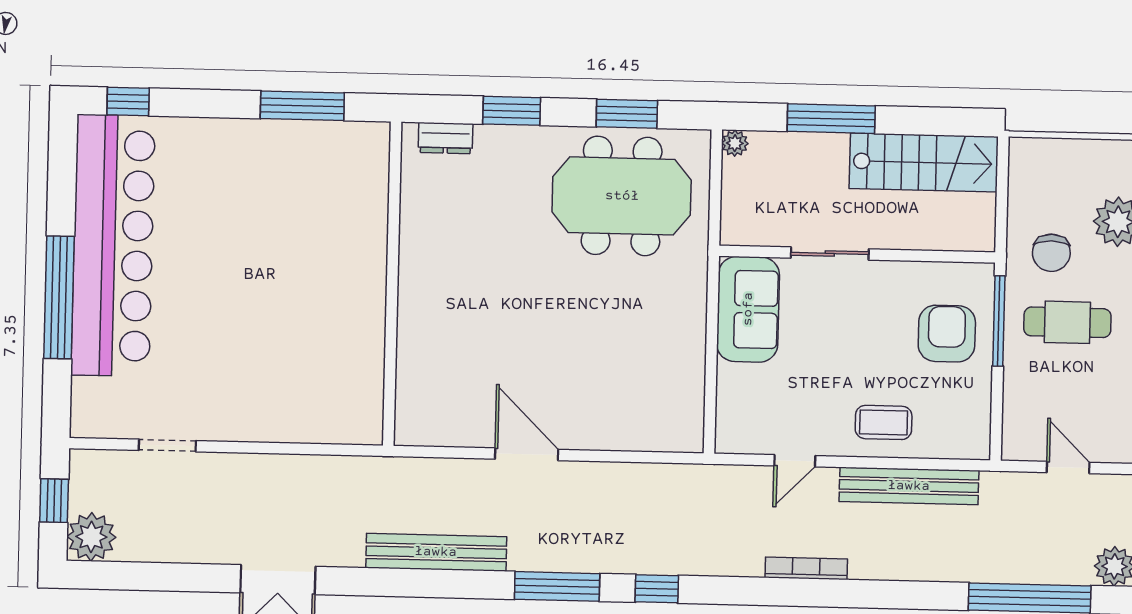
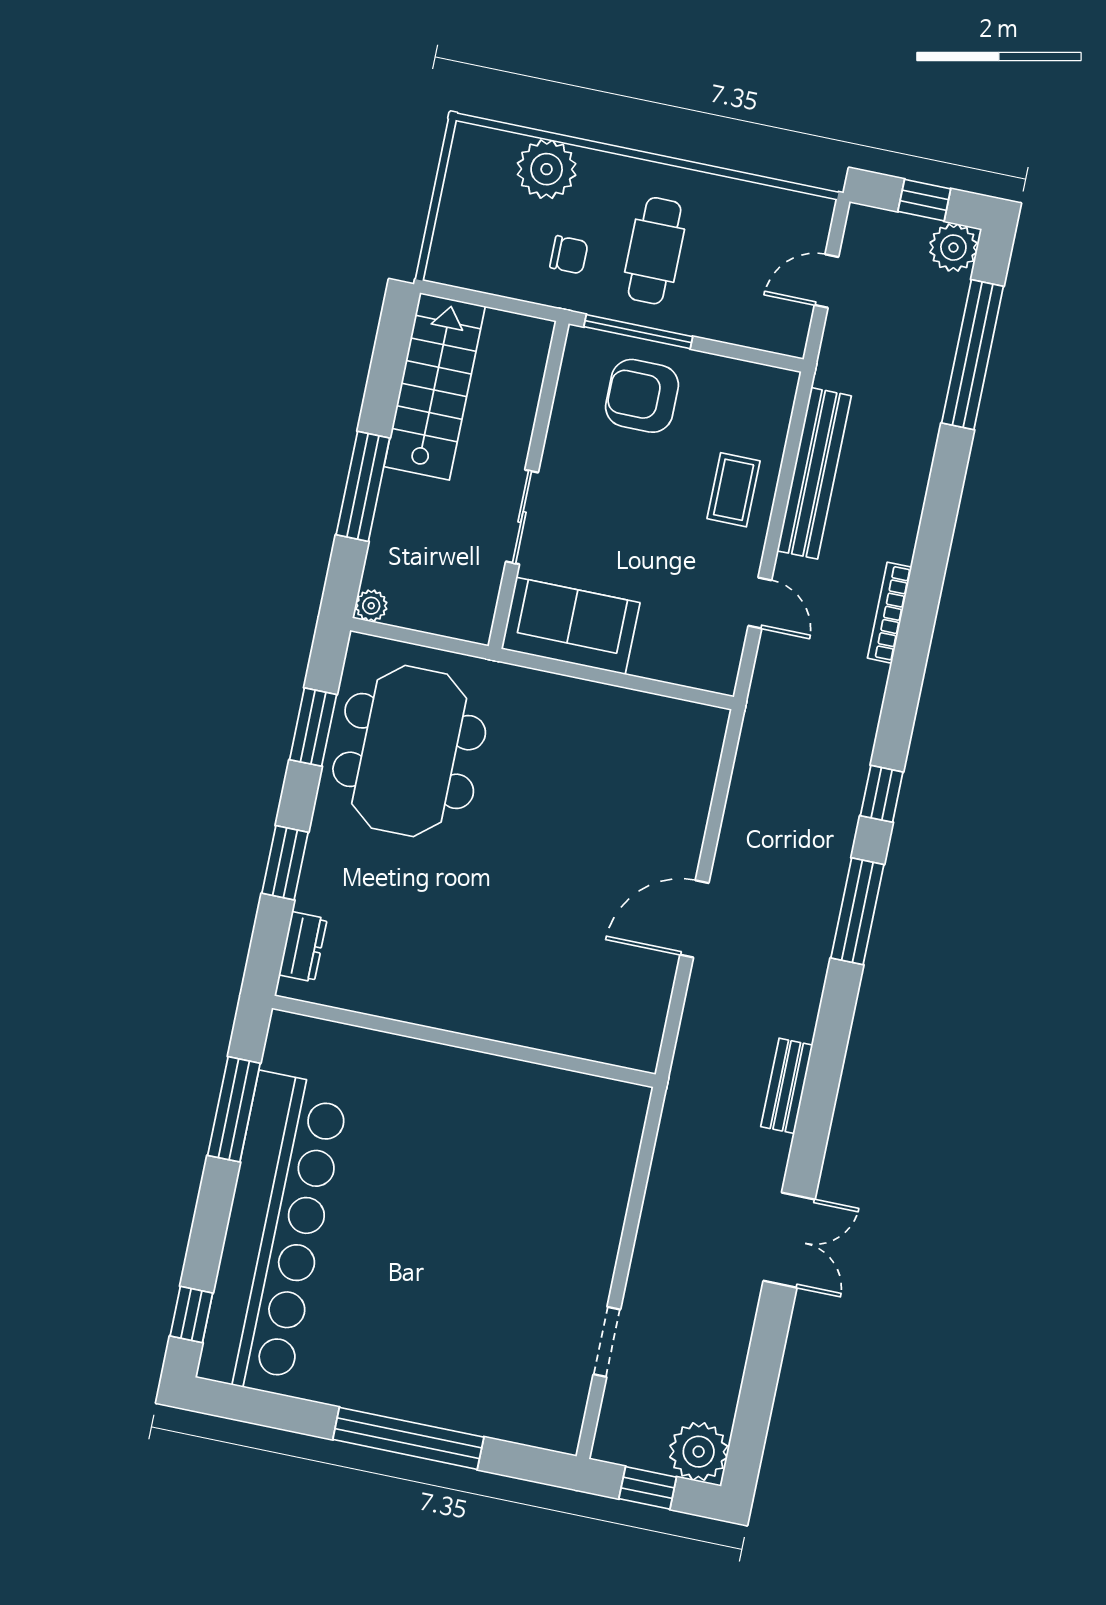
bar counter: (113, 245) -> (273, 1233), moved, turned 90
chair: (1051, 253) -> (569, 255), width x0.73, depth x0.73
bench: (436, 552) -> (787, 1086), width x0.54, depth x0.82

